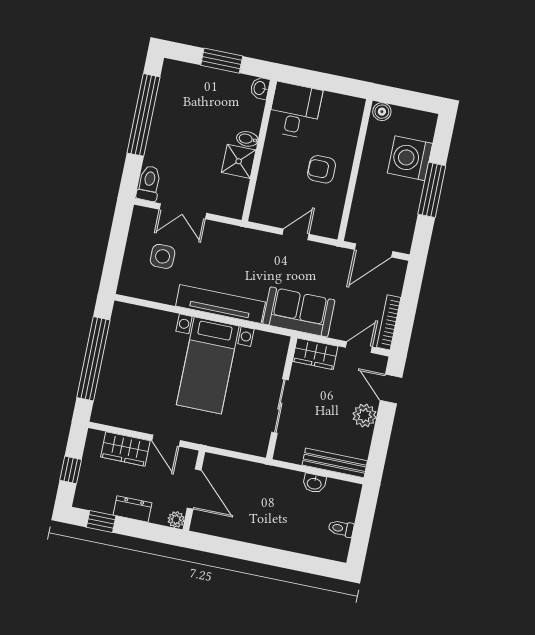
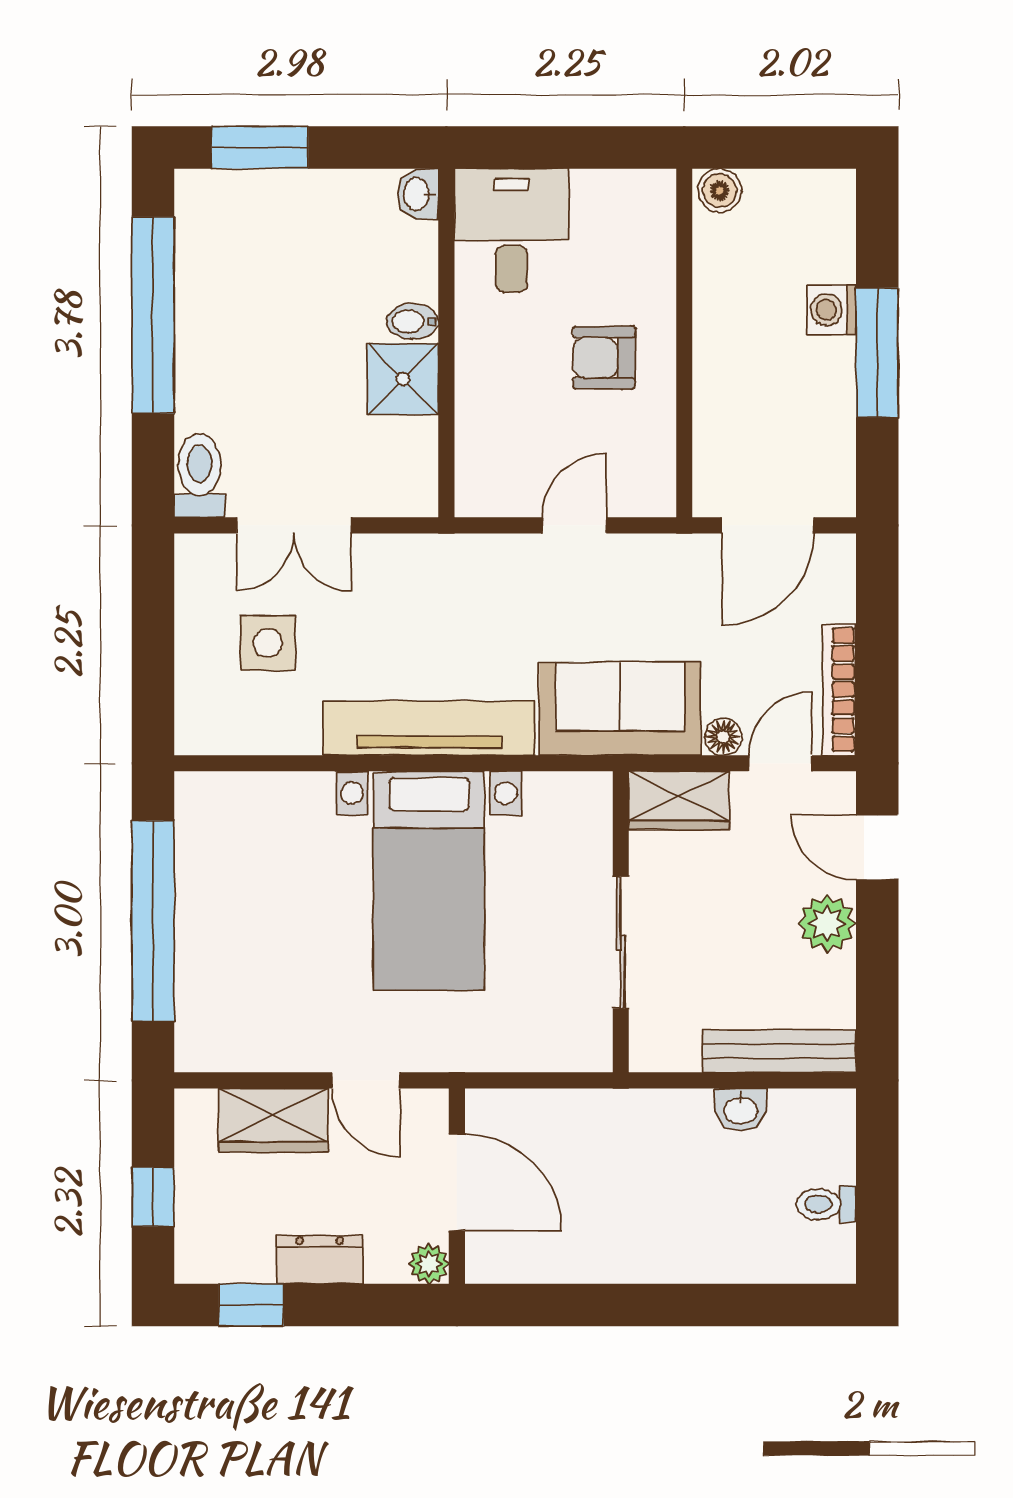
window: (222, 61) -> (260, 147), moved
washing machine: (410, 158) -> (831, 310), width x0.53, depth x0.53
floor lamp: (338, 332) -> (723, 737), added

